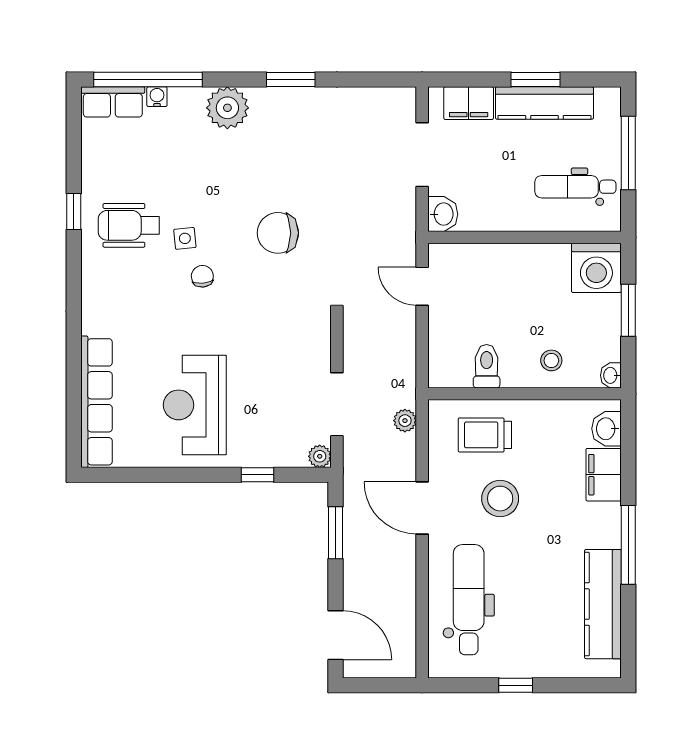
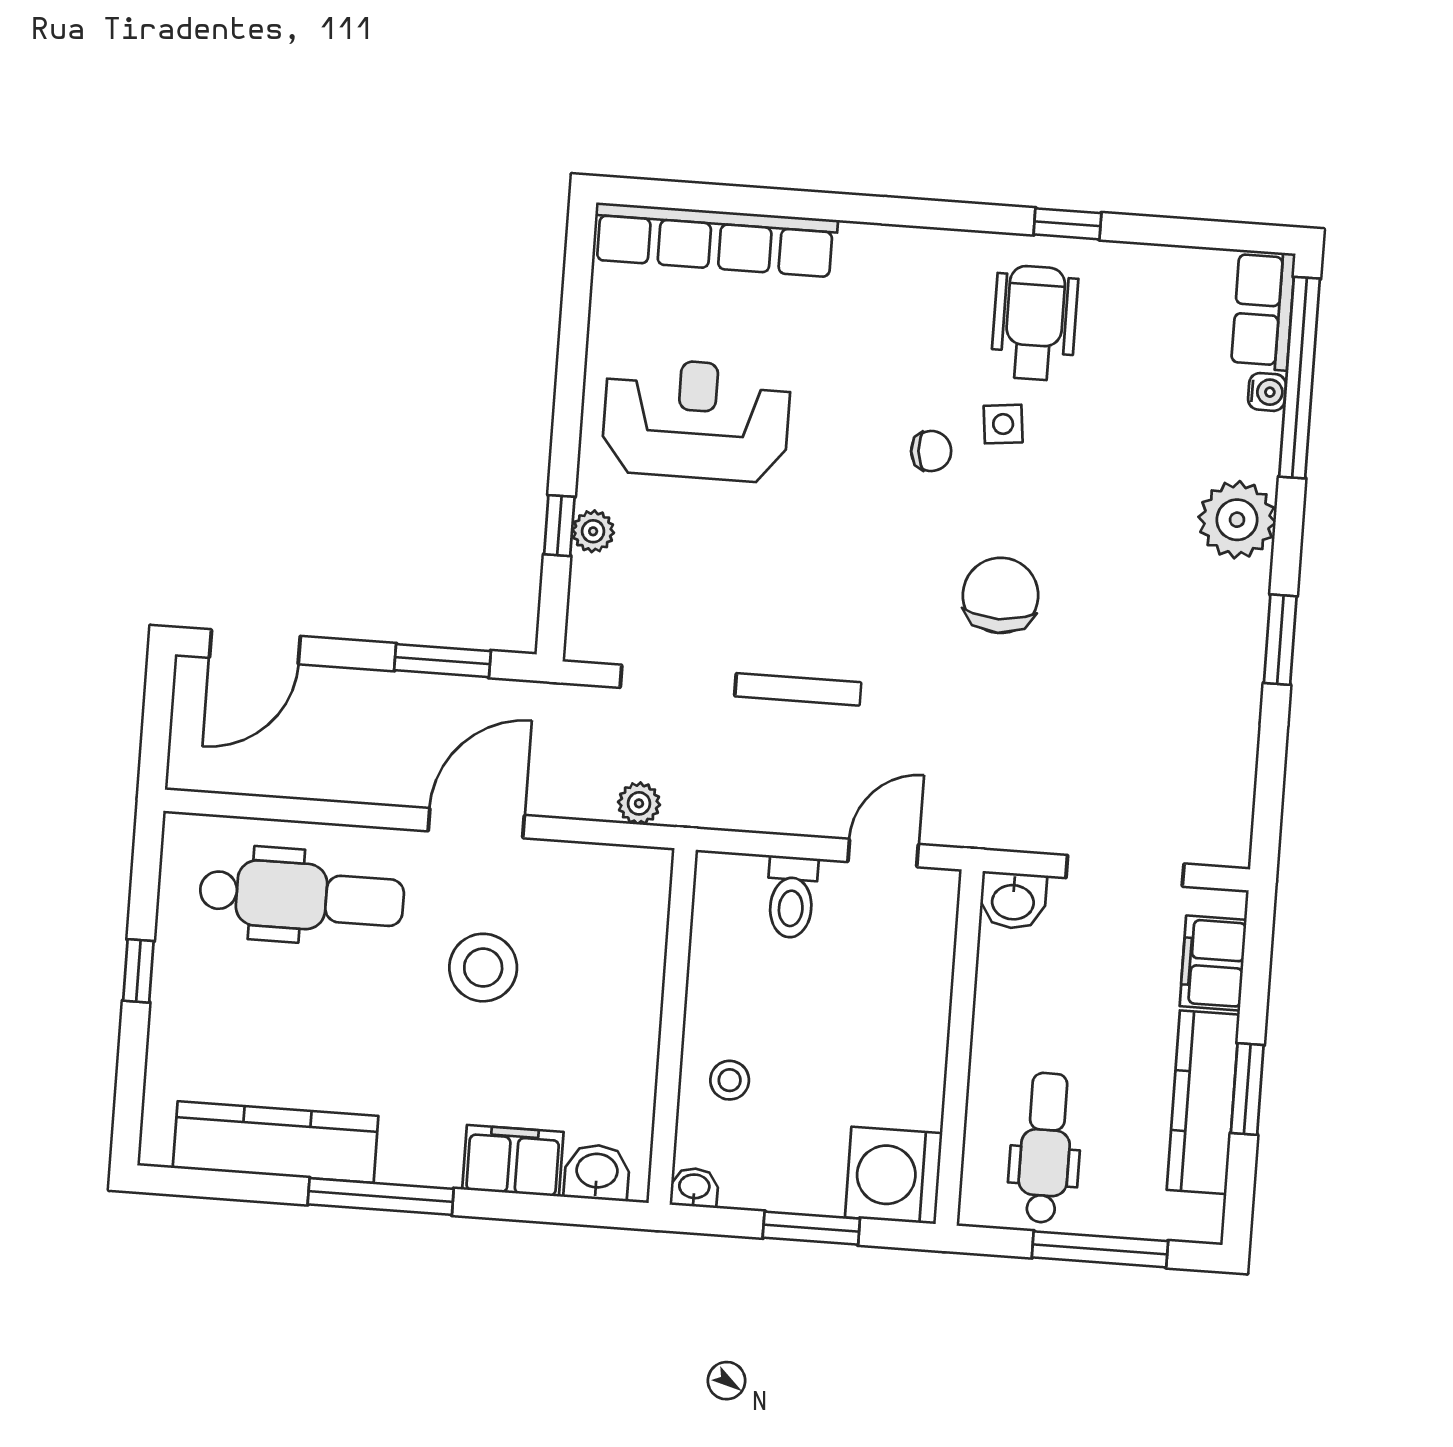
toilet: (487, 366) -> (792, 897), moved, turned 90
trolley: (485, 435) -> (602, 948), removed
plant: (320, 456) -> (593, 531), moved

